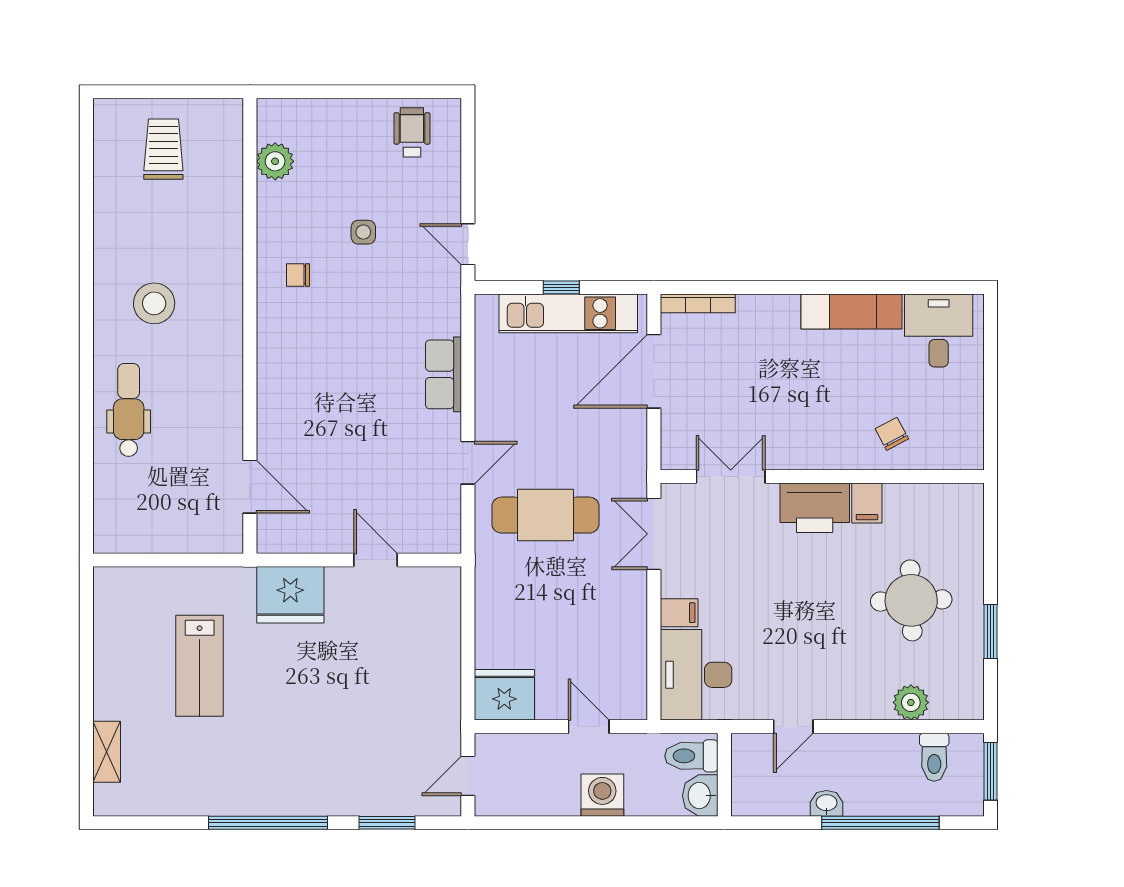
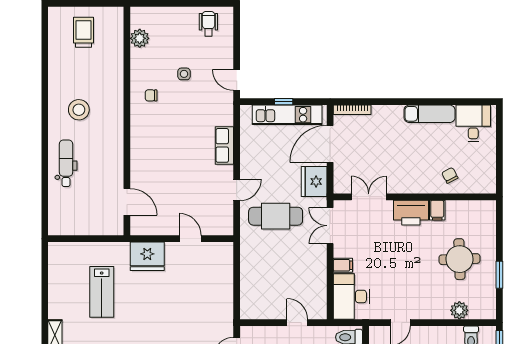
fridge: (504, 695) -> (314, 181), moved, turned -90

